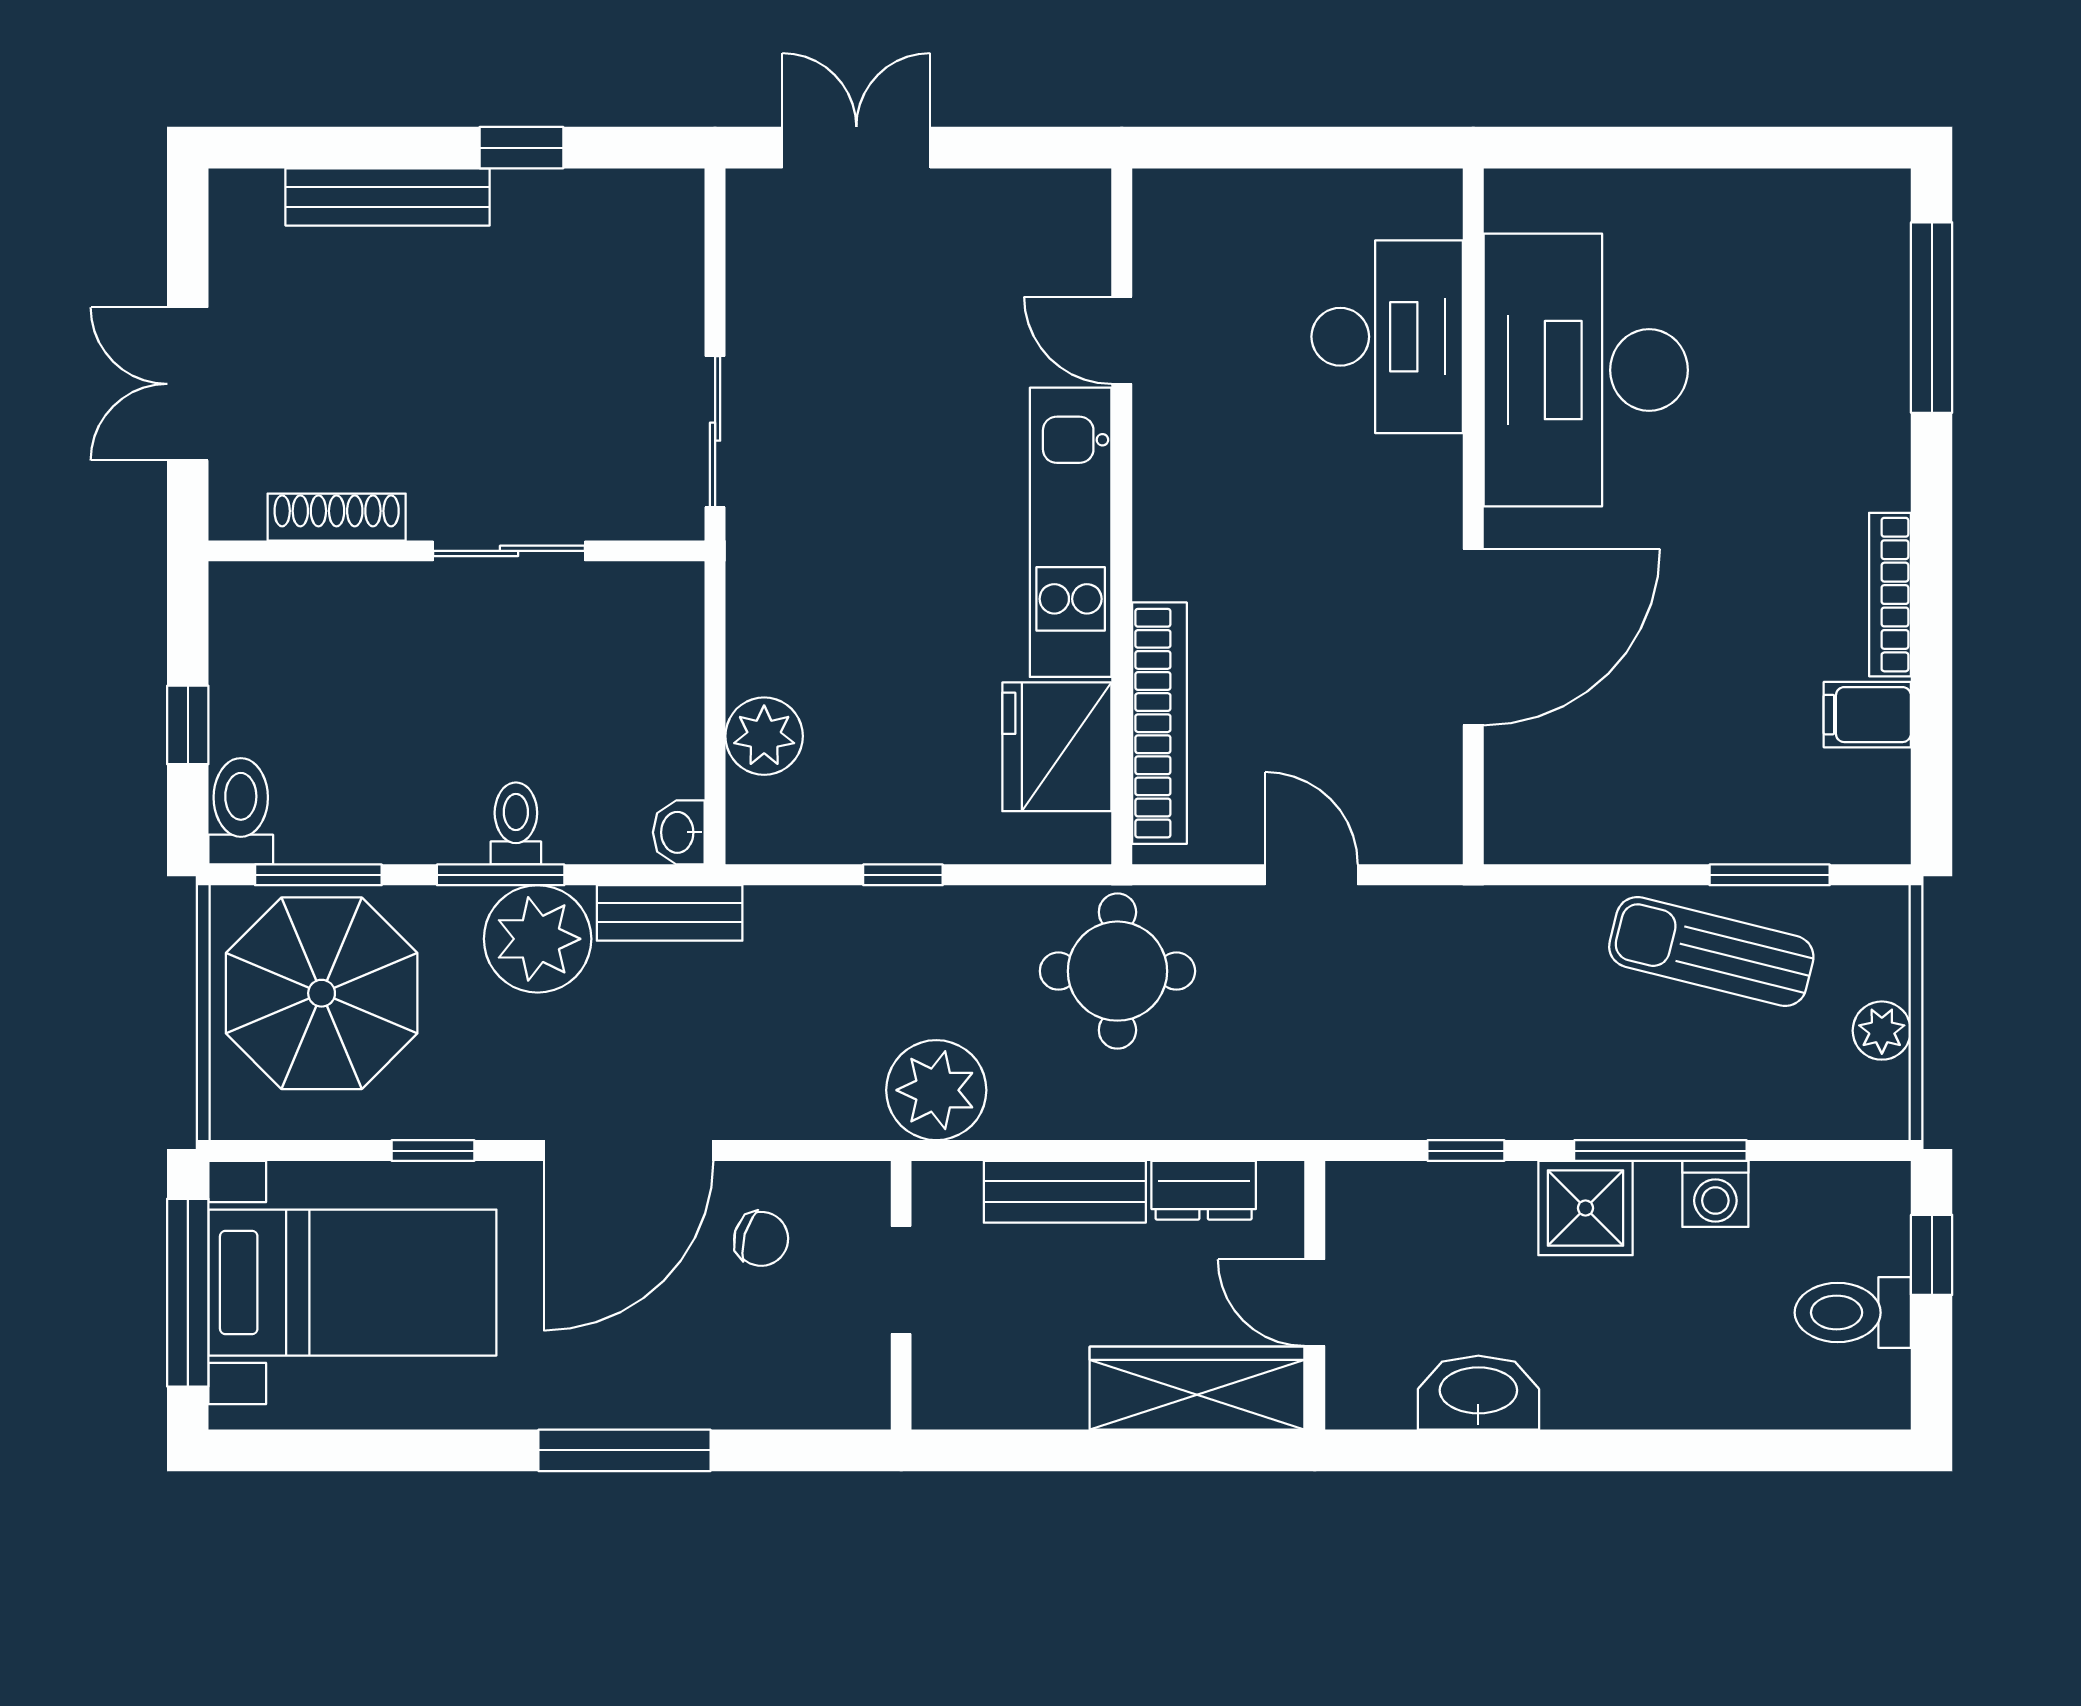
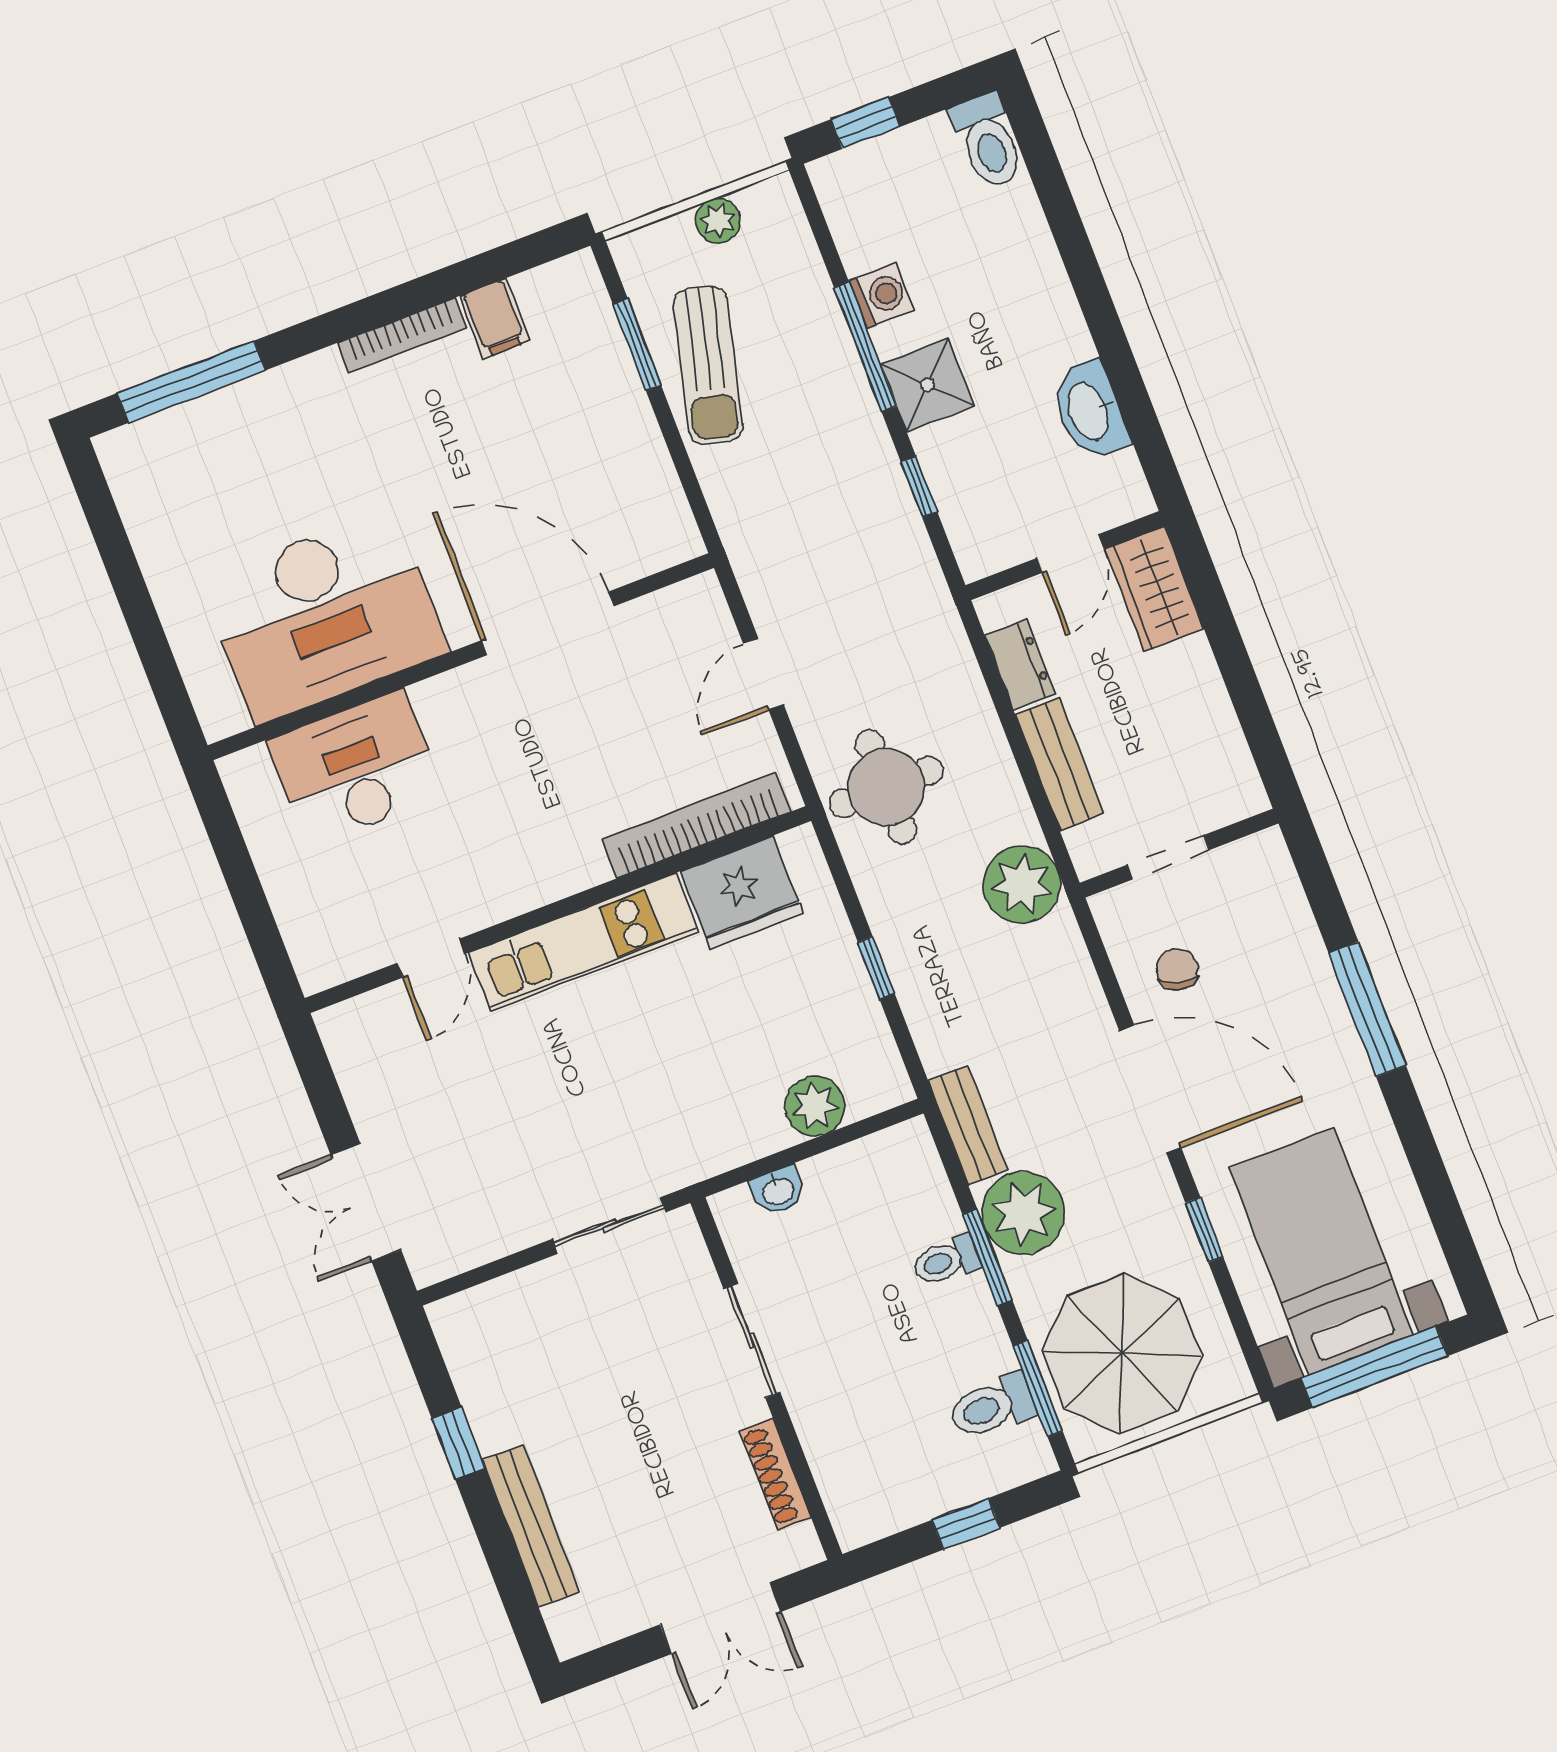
toilet: (241, 811) -> (992, 1407), moved
washbasin: (679, 832) -> (778, 1191), moved
toilet: (1853, 1313) -> (988, 141), moved
wardrobe: (1197, 1388) -> (1154, 589), width x0.67

